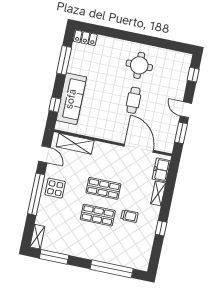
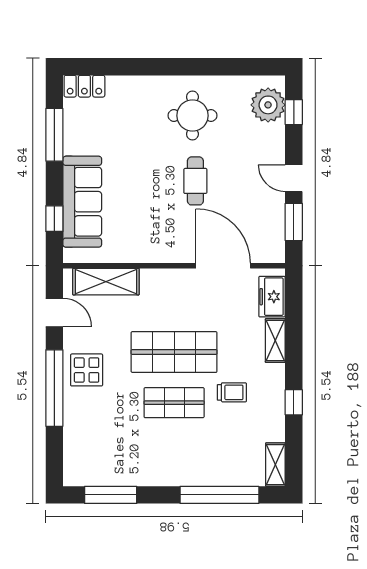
plant: (180, 68) -> (268, 105), added
shop shelf: (103, 188) -> (174, 352), width x1.43, depth x1.36
shelving: (37, 237) -> (275, 465), moved

